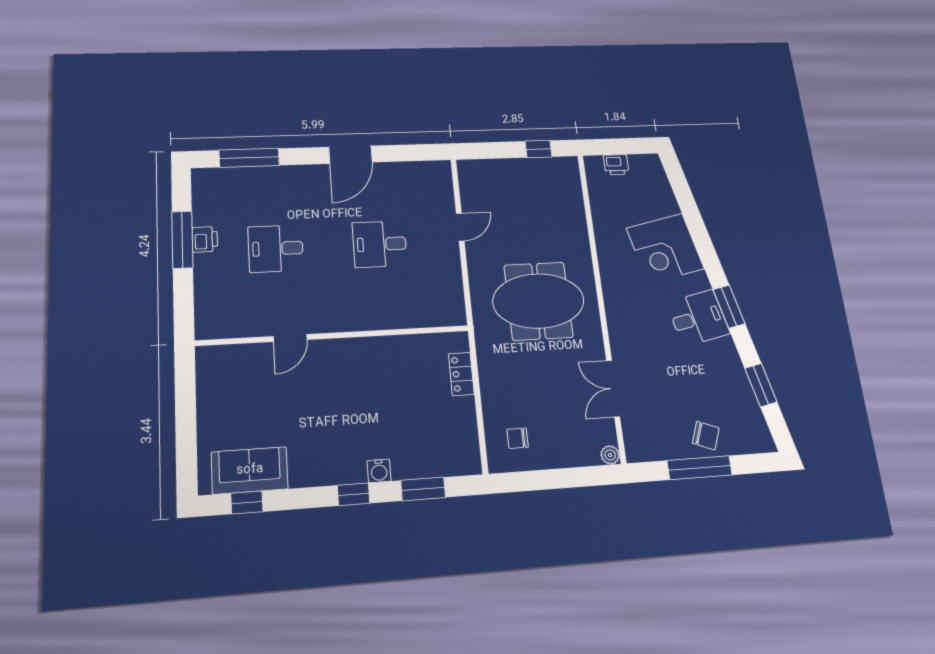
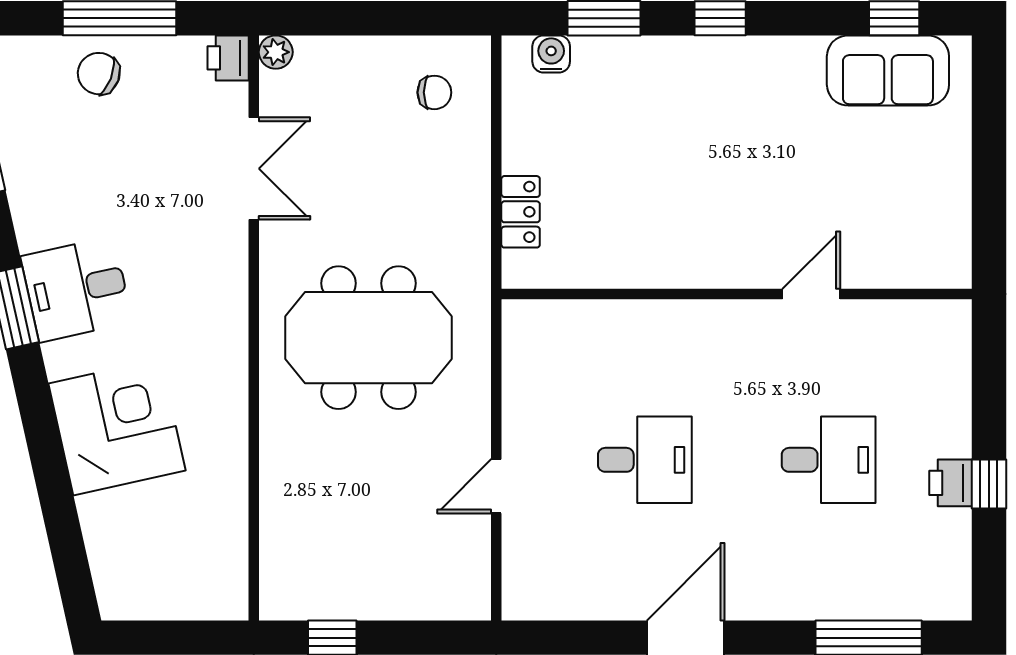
printer: (616, 165) -> (228, 58), moved, turned -90
window: (182, 240) -> (989, 484), width x0.46
water cooler: (379, 471) -> (551, 54), moved

